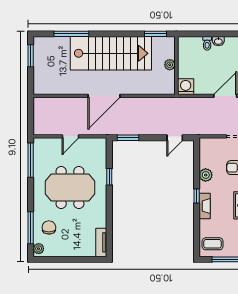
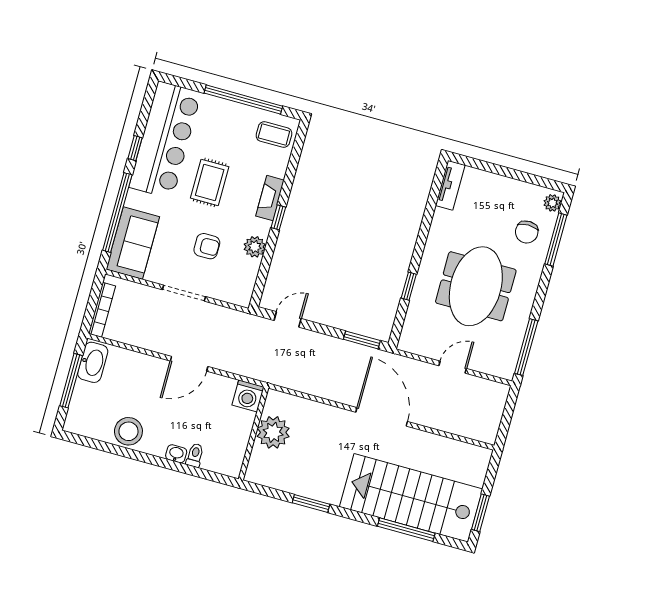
window: (155, 34) -> (311, 503), moved
stairs: (111, 53) -> (411, 498), moved
plant: (170, 65) -> (273, 432), width x1.87, depth x1.87
door: (104, 96) -> (382, 417), hinge flipped
meeting table: (70, 188) -> (476, 286), turned 90

